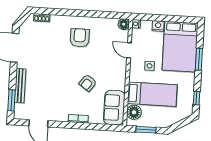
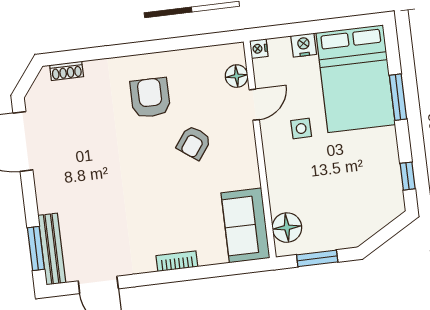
floor lamp: (124, 24) -> (237, 76), moved
door: (129, 50) -> (254, 105), swing flipped
armchair: (88, 83) -> (194, 143), moved
bench: (20, 86) -> (52, 249), moved
bed: (152, 94) -> (317, 185), removed

